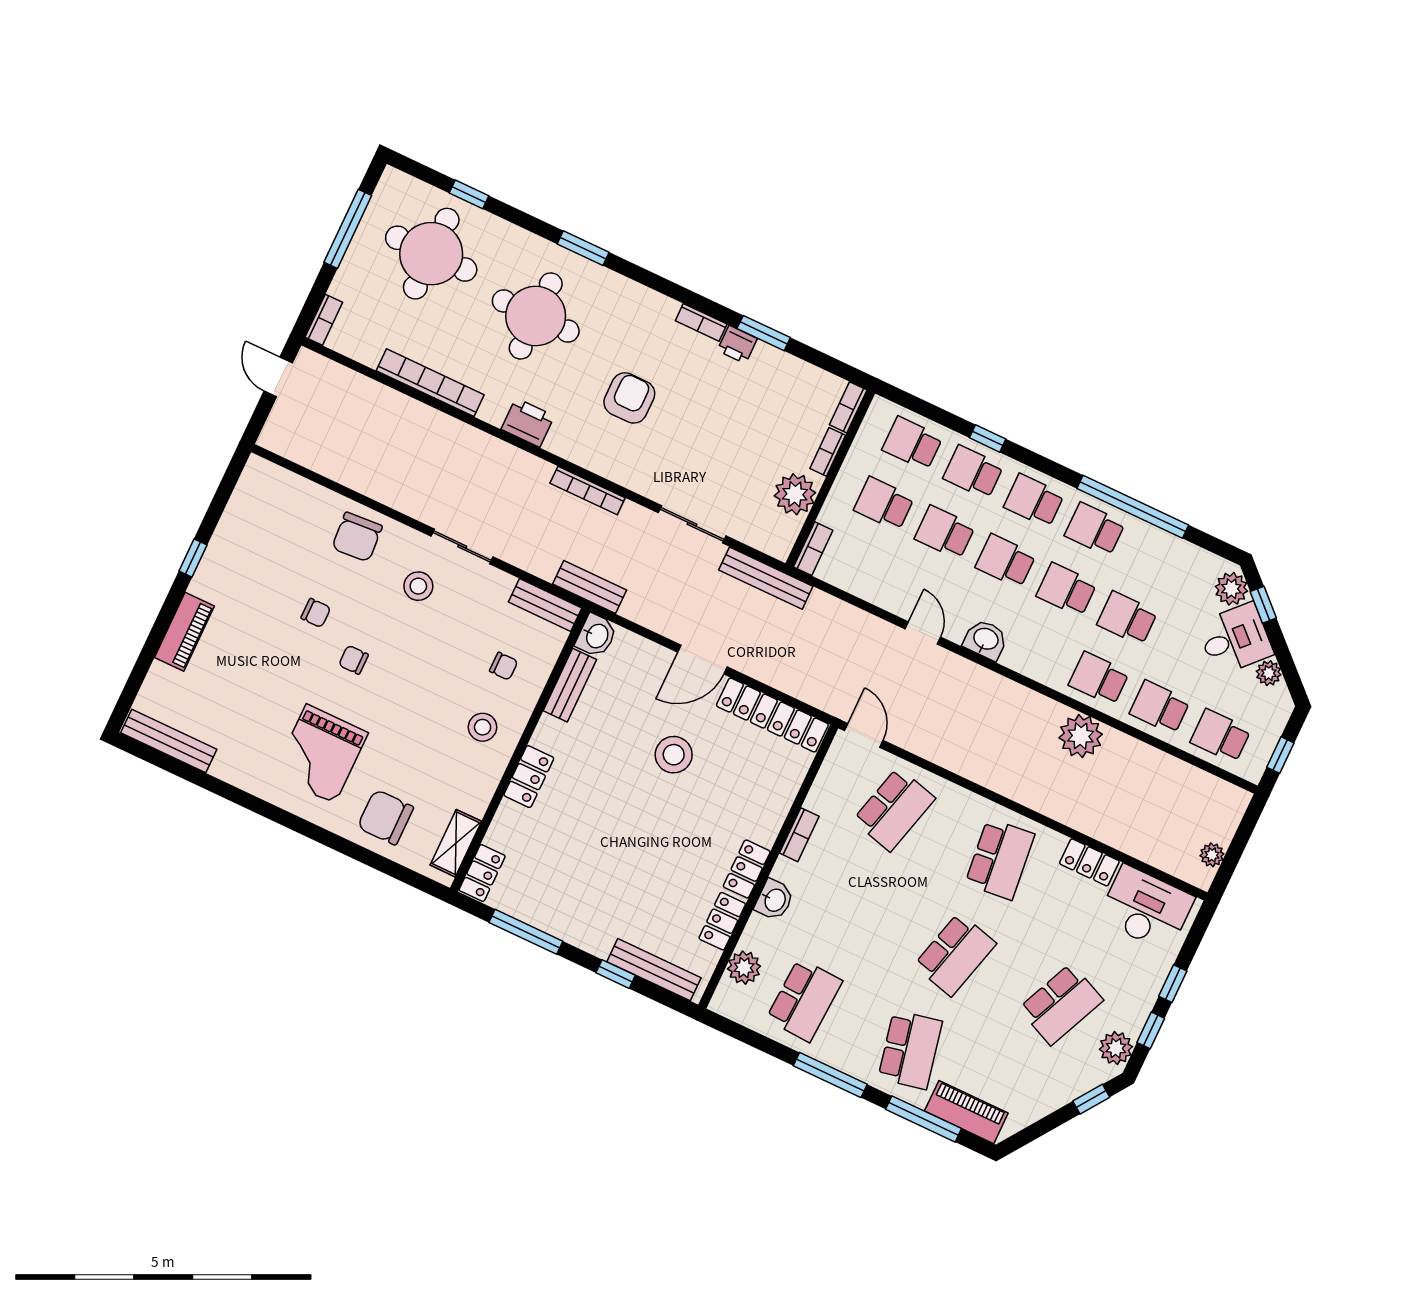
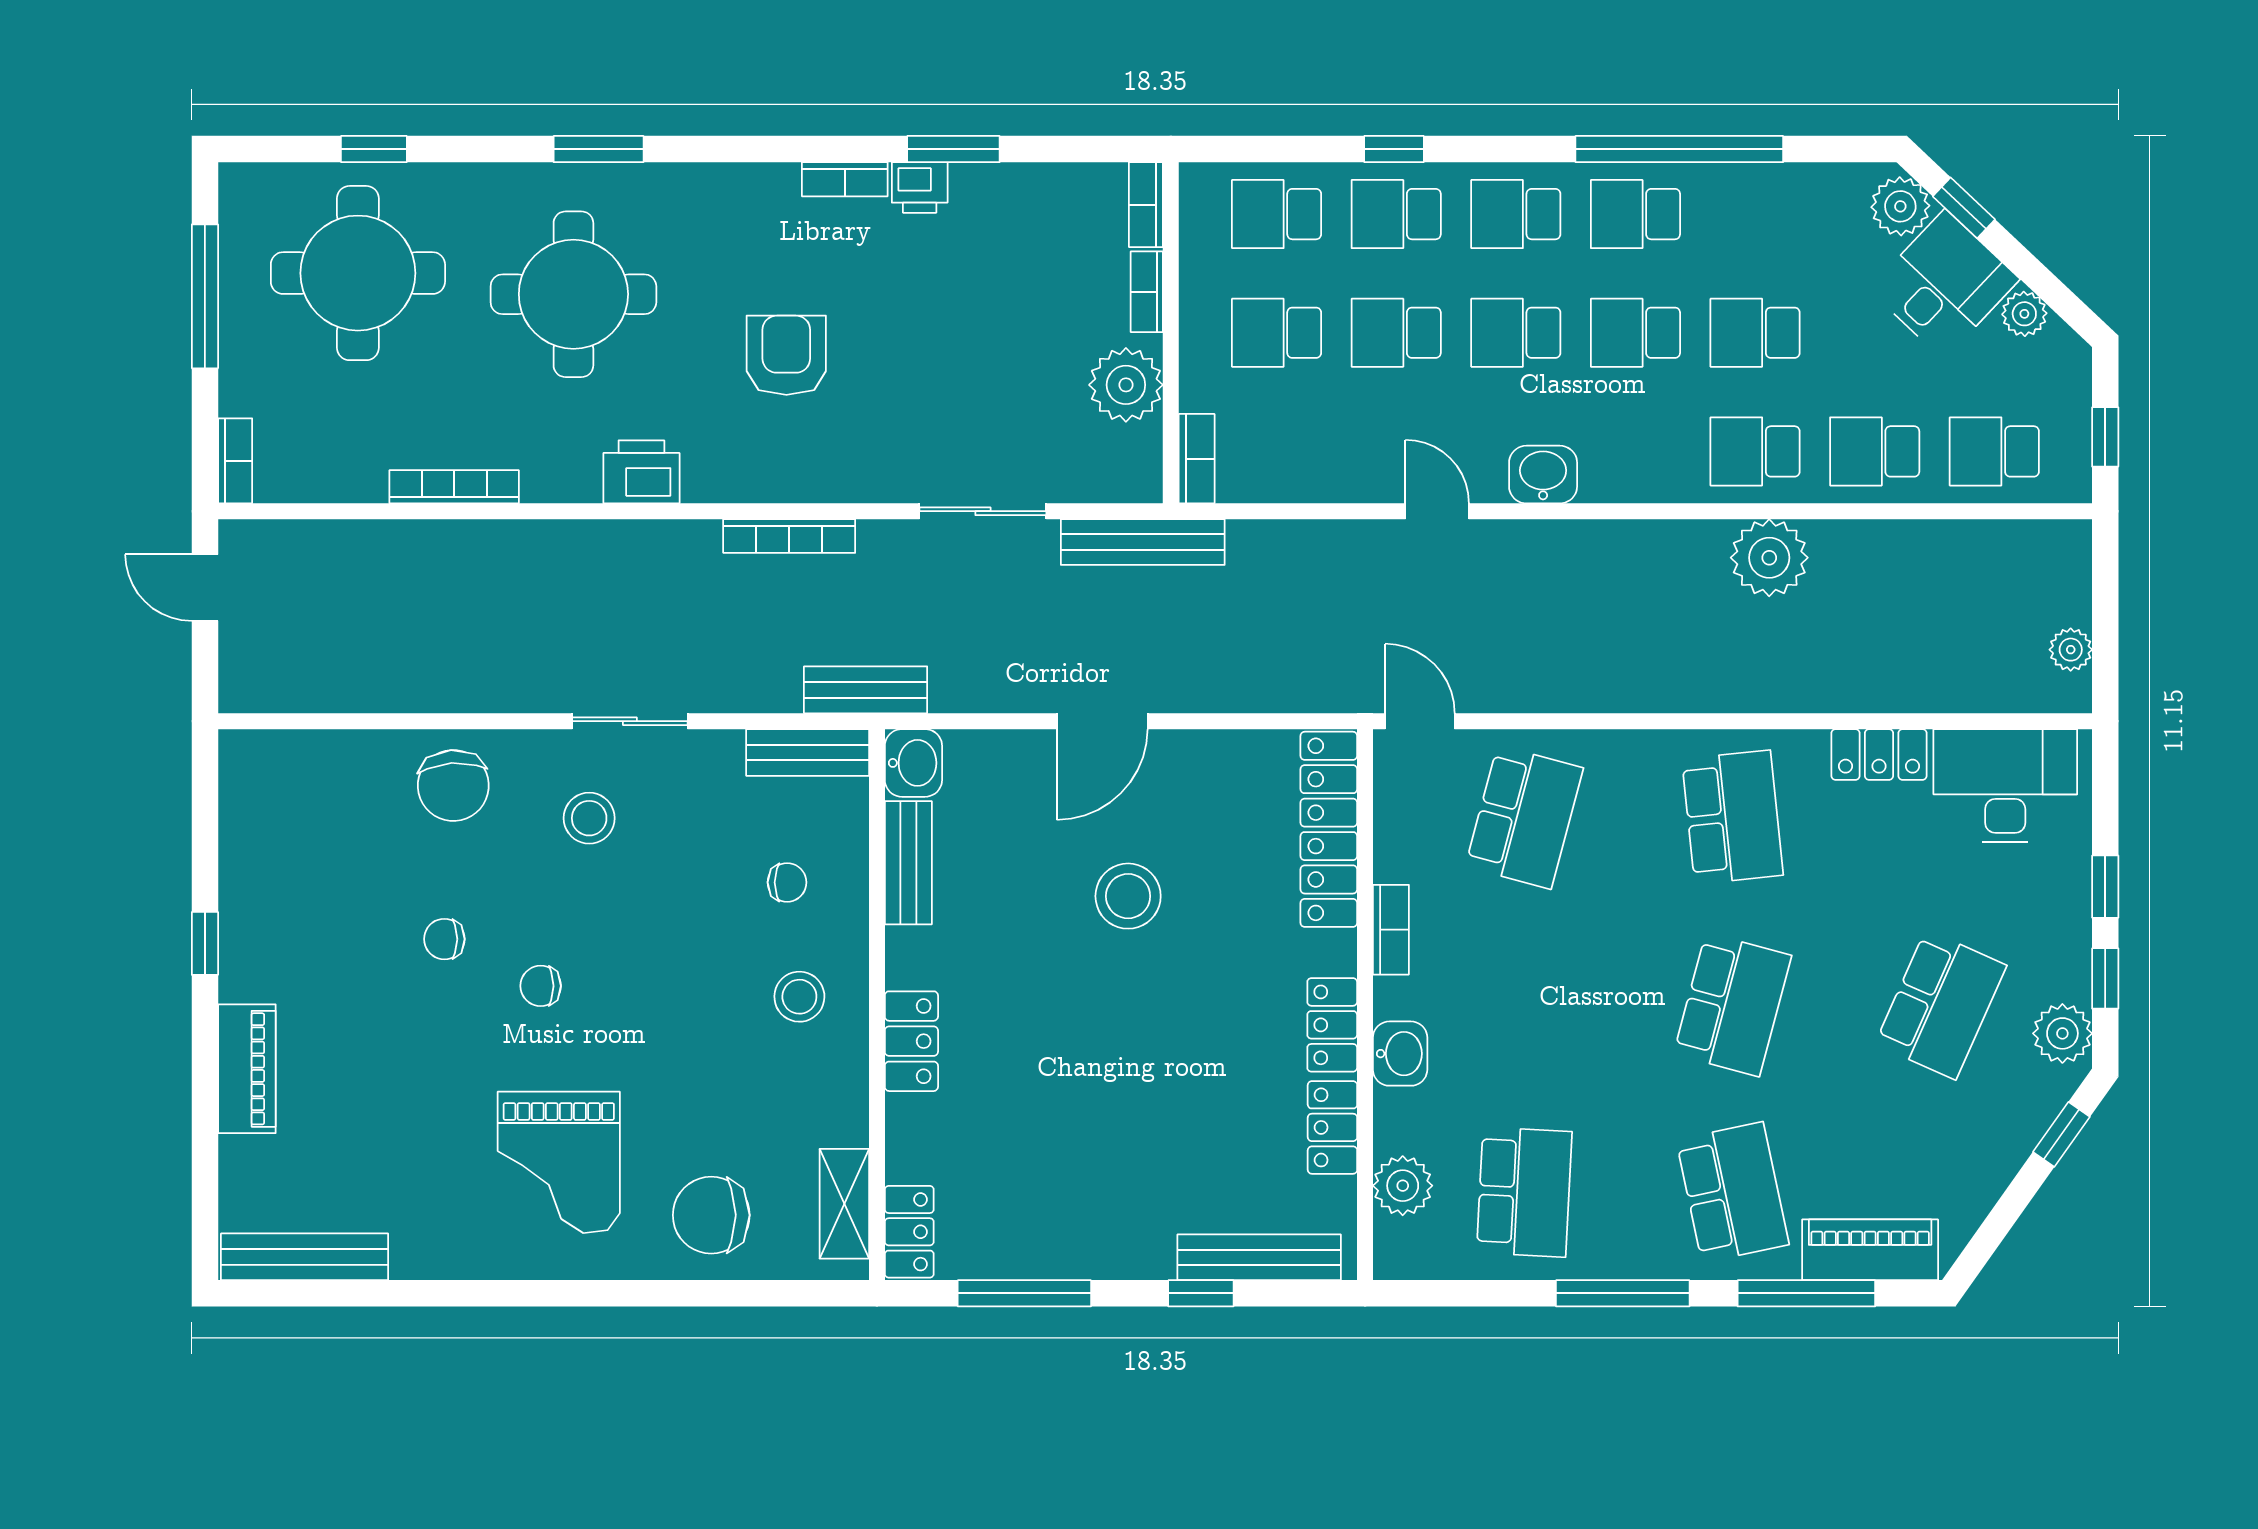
bookcase: (430, 383) -> (454, 487), width x0.68, depth x0.76
chair: (316, 613) -> (444, 939), turned 180
locker: (772, 715) -> (1329, 829), moved, turned 90

